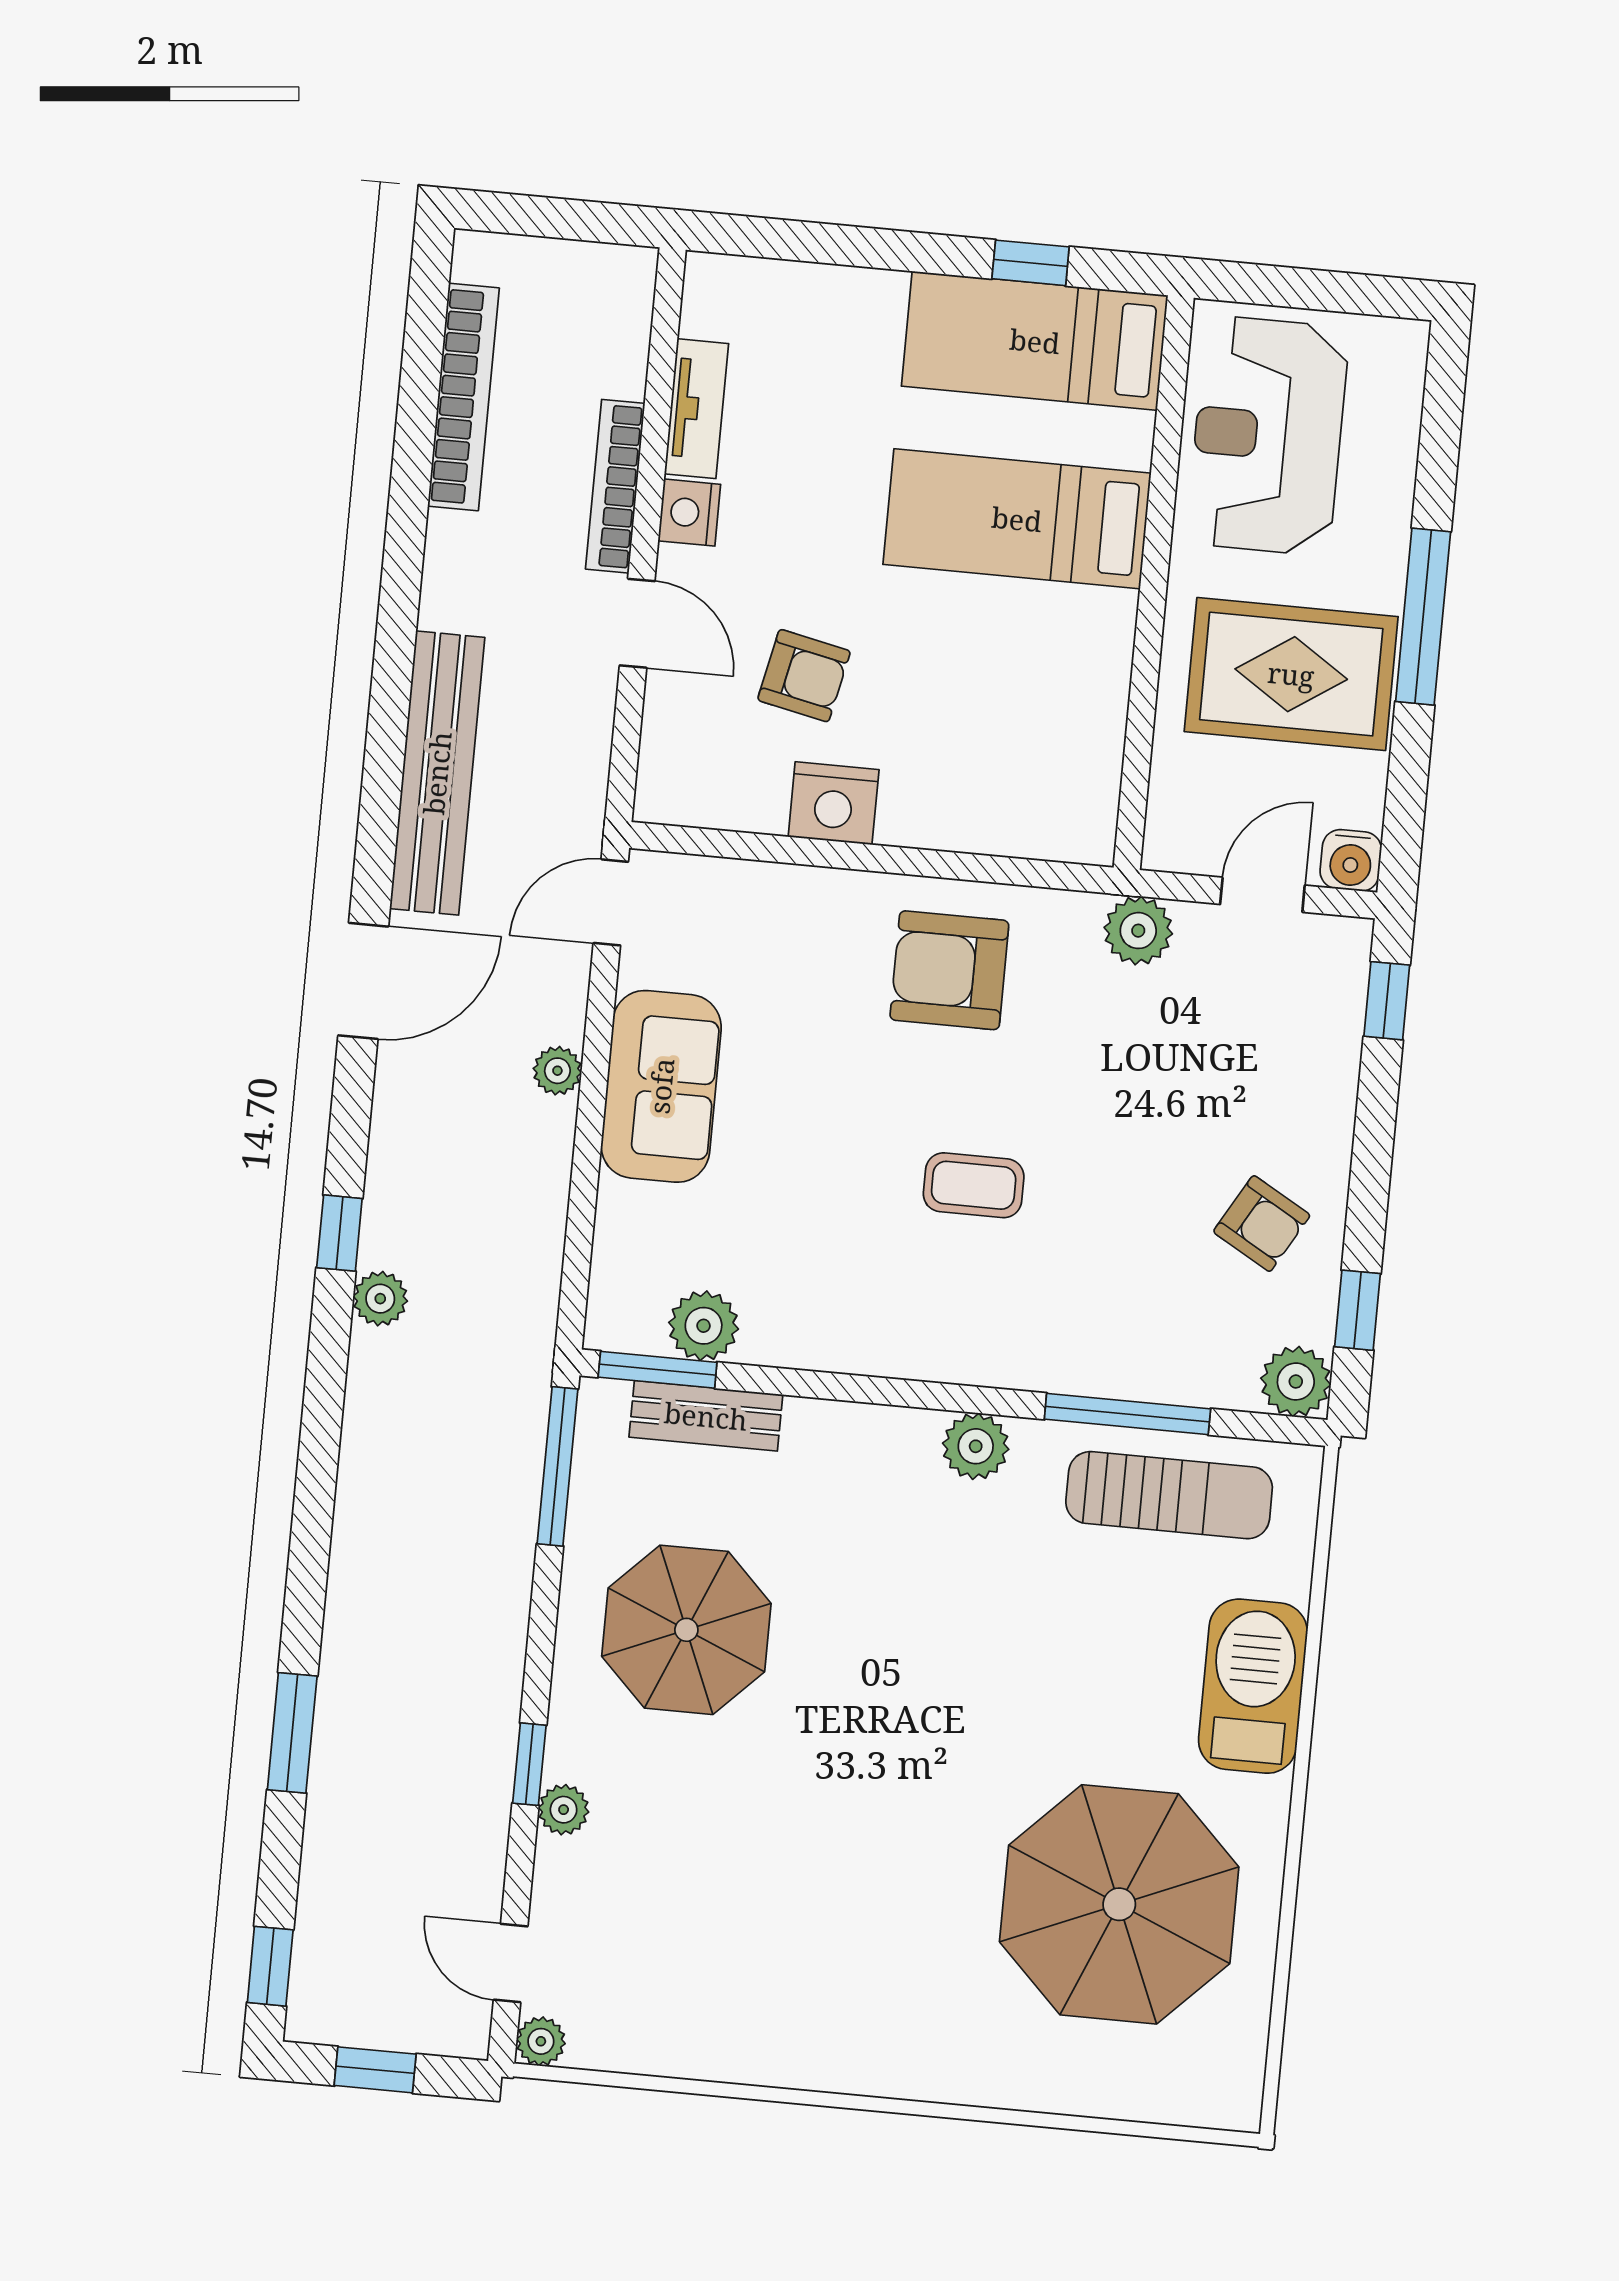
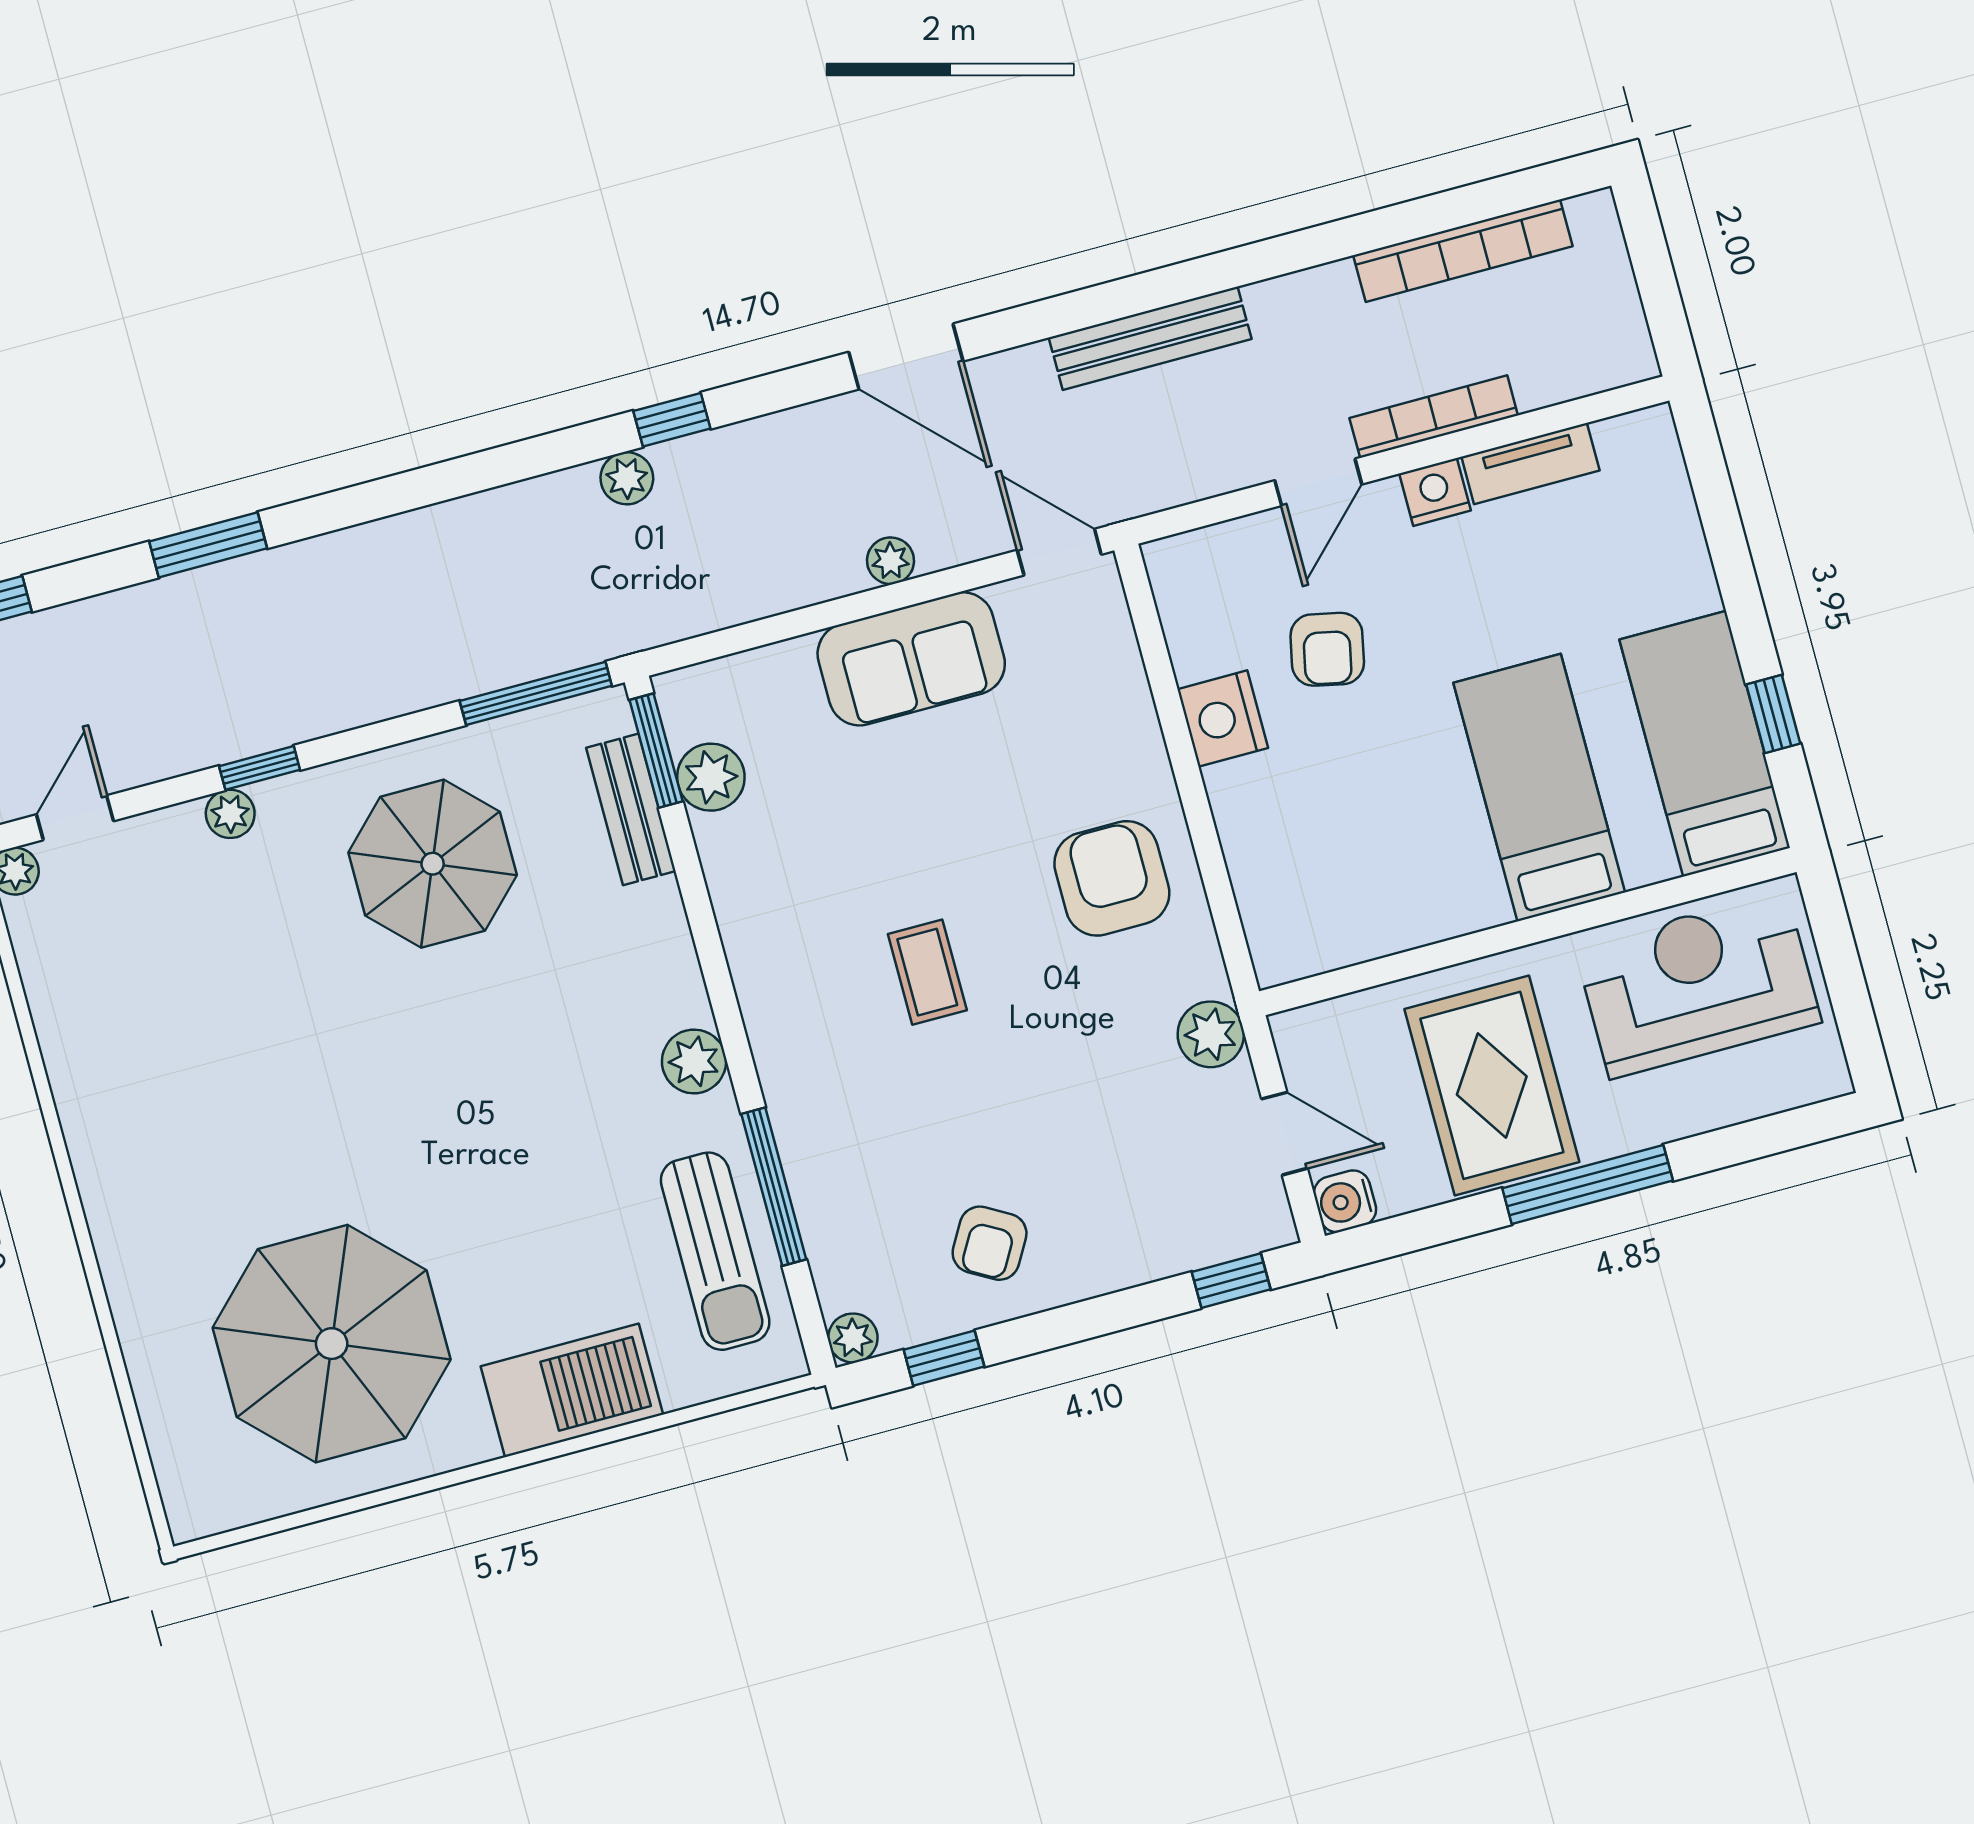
bench: (437, 773) -> (1150, 338), width x0.73, depth x0.82
plant: (1296, 1382) -> (853, 1338), width x0.73, depth x0.73

